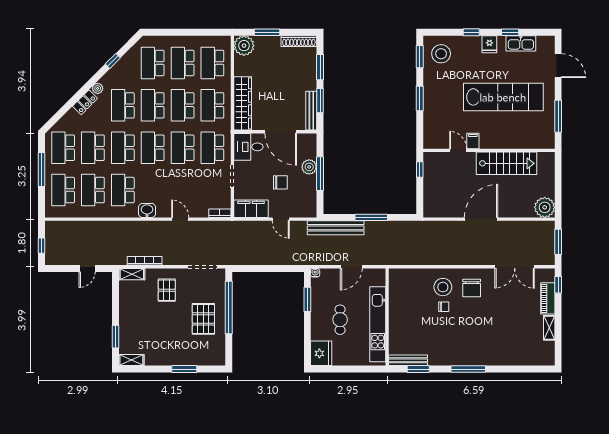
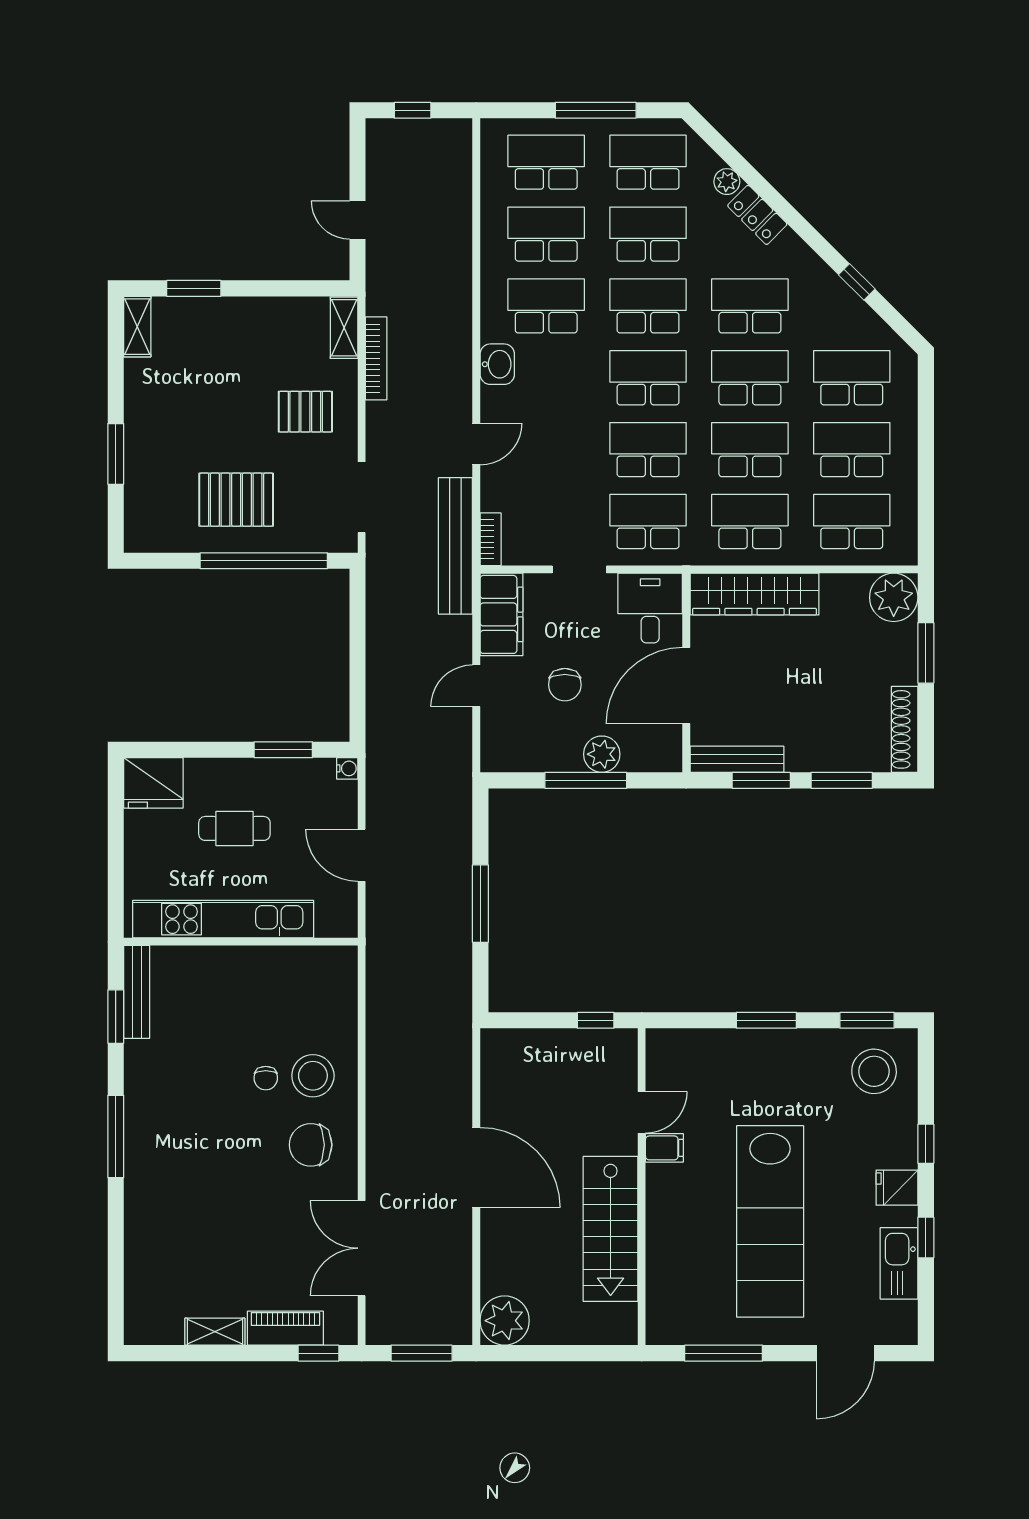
plant: (98, 88) -> (727, 182), moved
bench: (336, 228) -> (455, 546), moved

